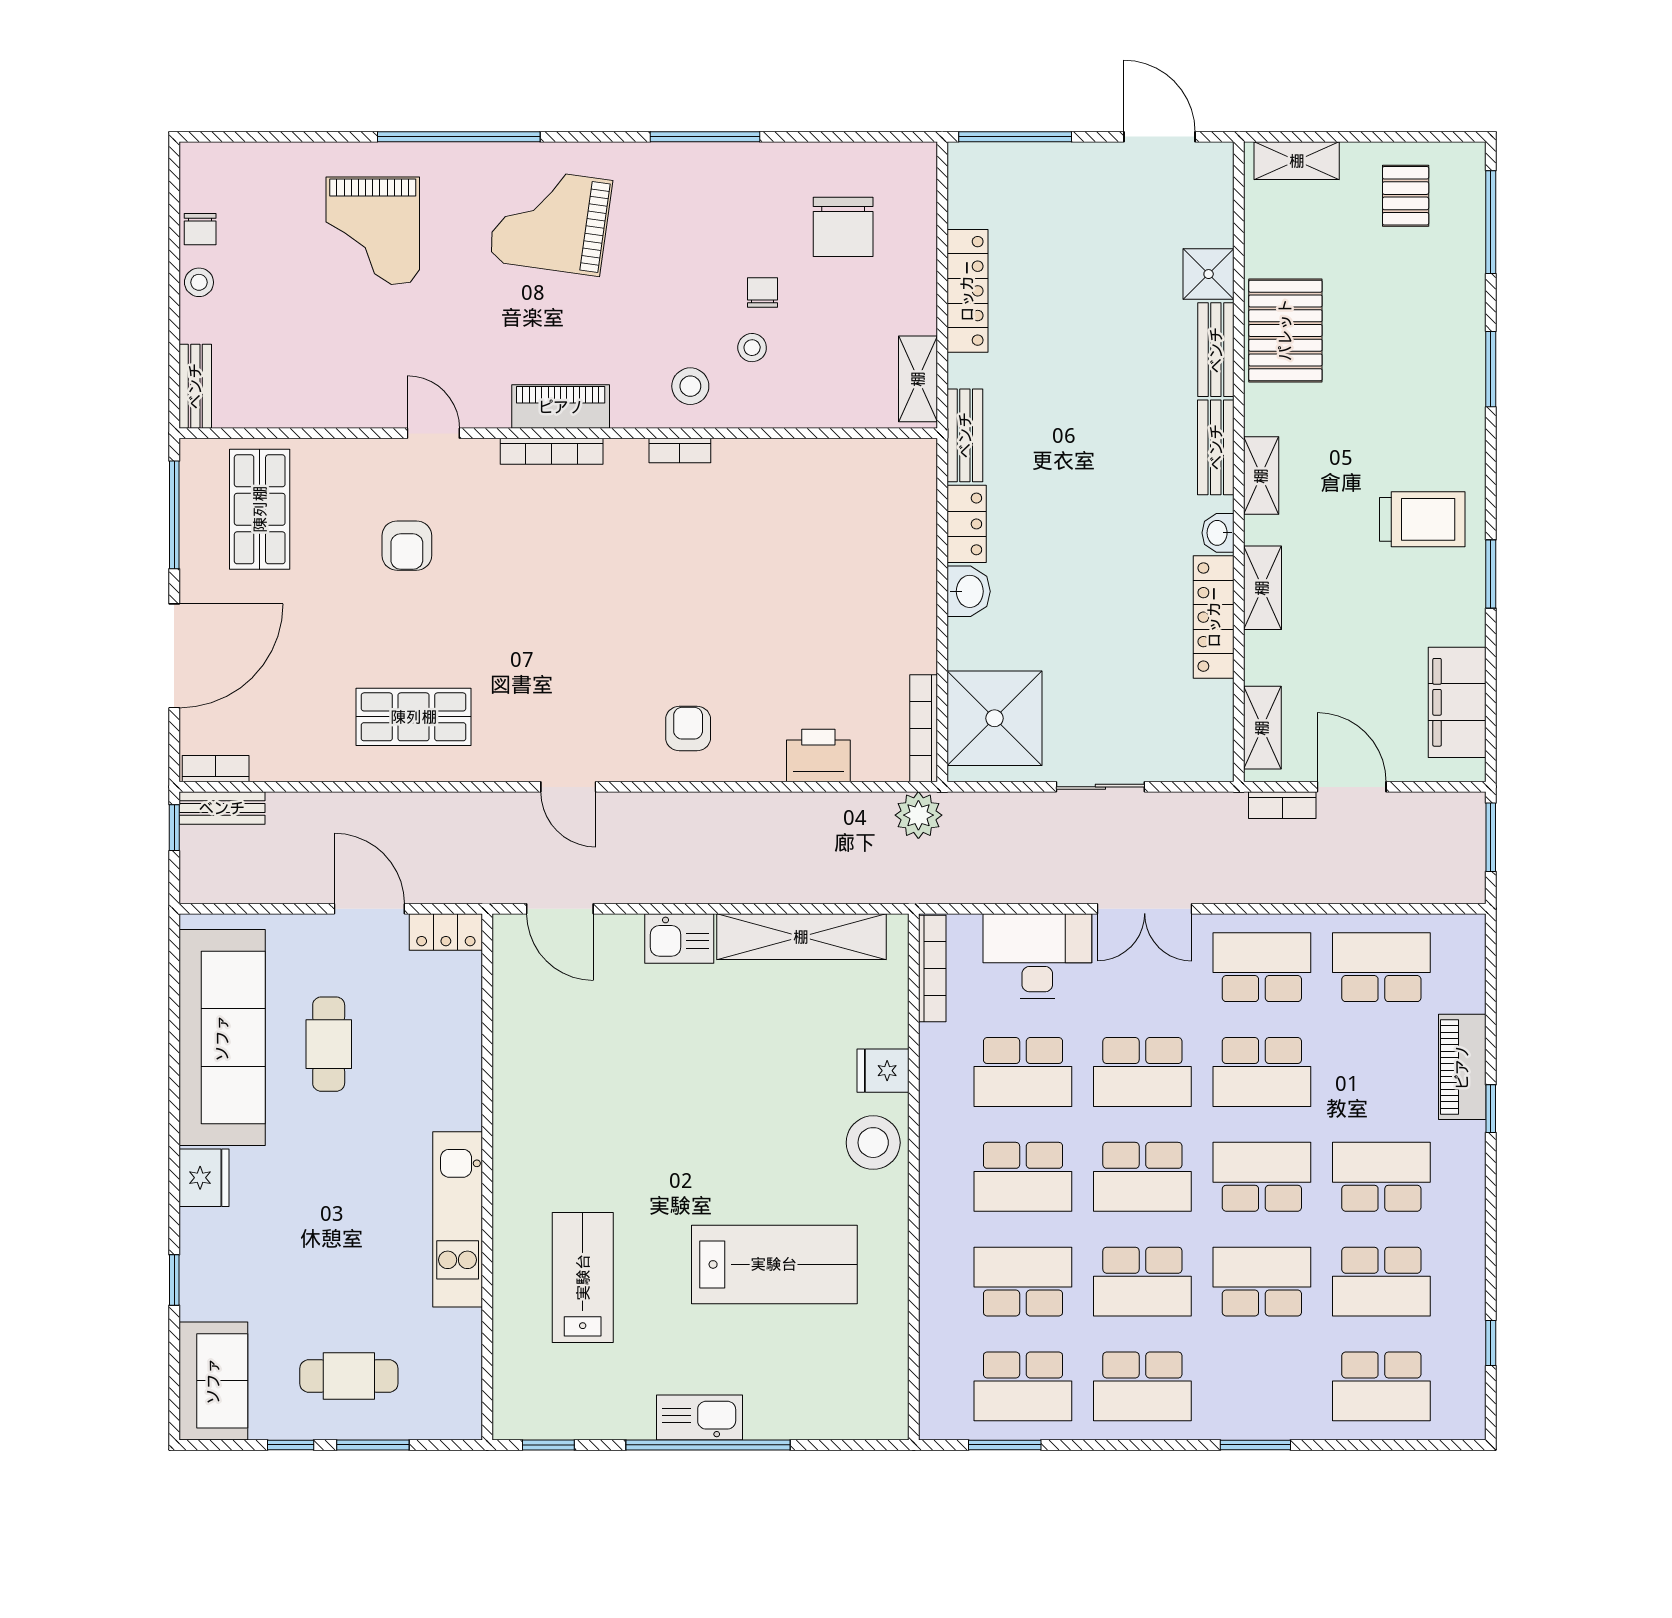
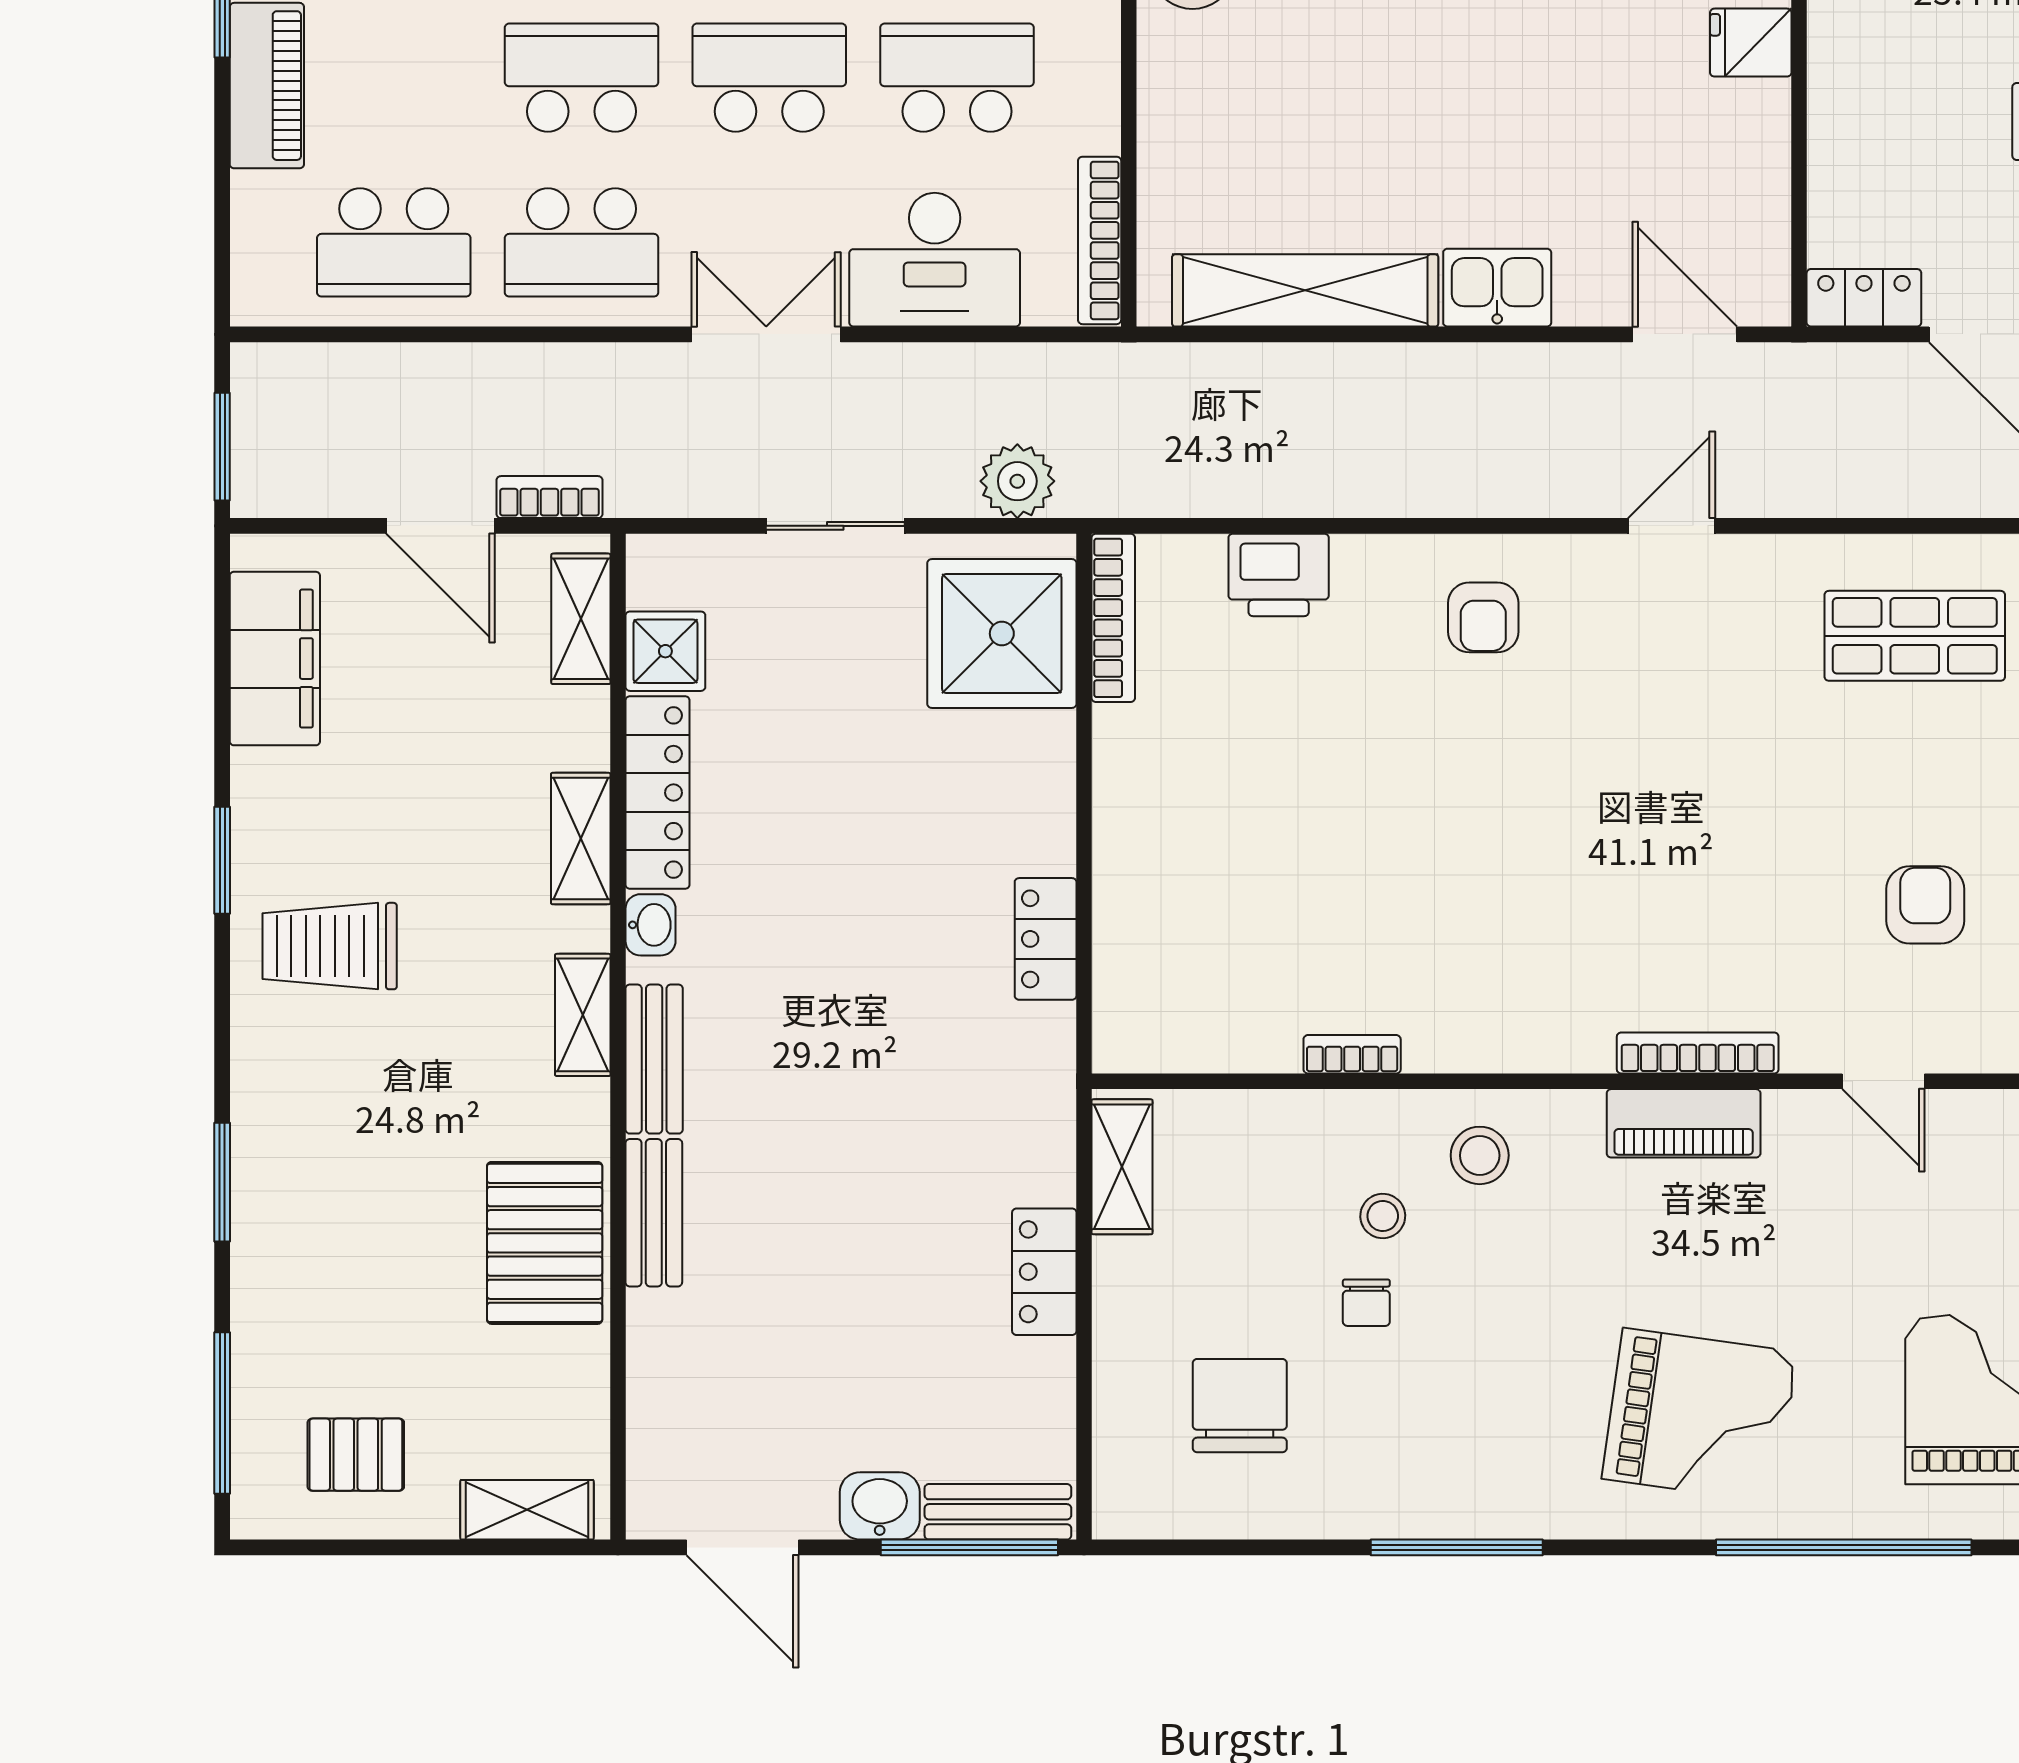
pallet: (1406, 196) -> (356, 1455), turned 90
shower: (1209, 274) -> (665, 651), moved
locker: (967, 291) -> (1044, 1272), width x0.66
bench: (965, 435) -> (998, 1512), moved, turned 90
bookcase: (680, 450) -> (1352, 1054), moved
washbasin: (969, 591) -> (880, 1506), moved, turned 90
door: (568, 787) -> (1672, 526), hinge flipped
plant: (918, 815) -> (1017, 481), moved
fridge: (883, 1071) -> (1751, 43), moved, turned 180

